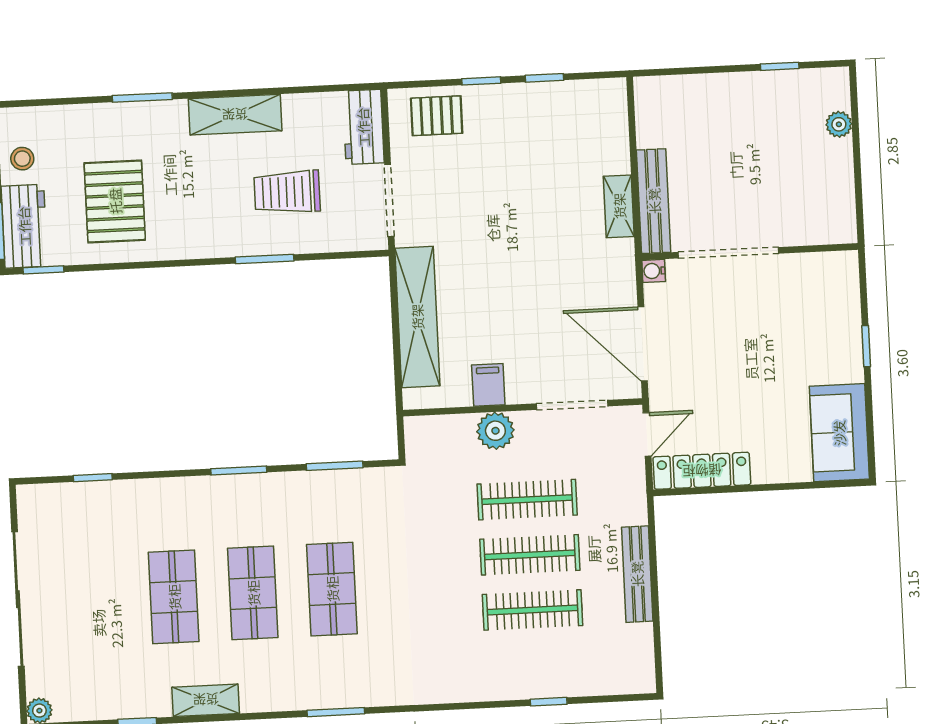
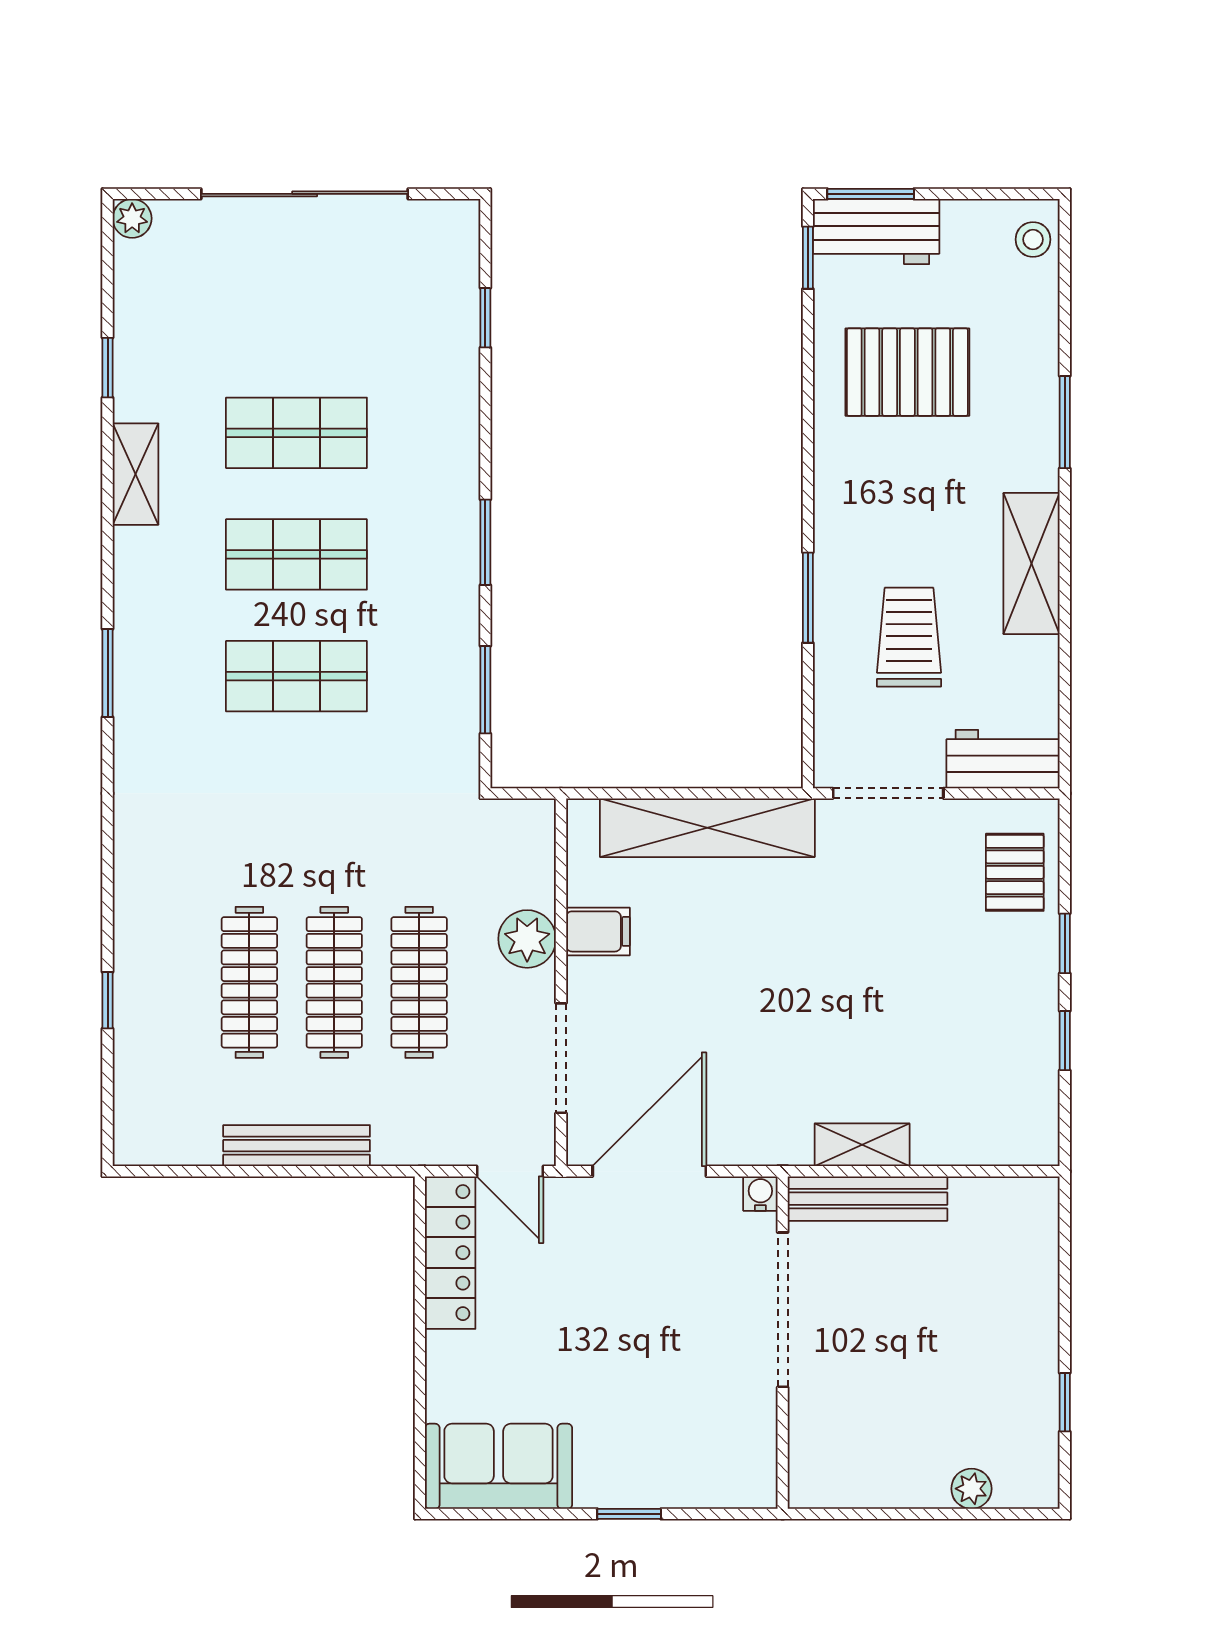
stool: (22, 159) -> (1033, 239), moved

